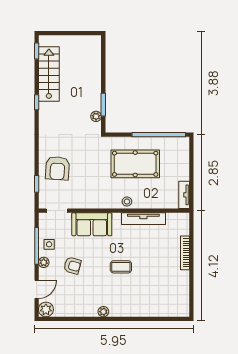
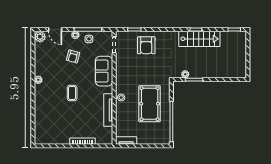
stairs: (49, 74) -> (199, 39), moved
armchair: (57, 168) -> (146, 45), turned -94

